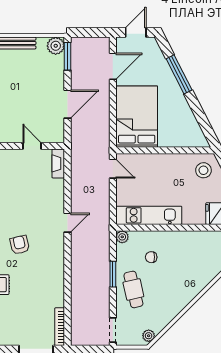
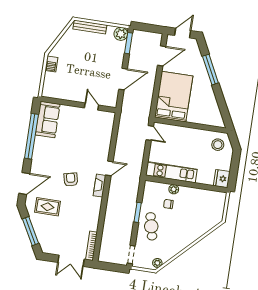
fireplace: (58, 163) -> (100, 186), moved
plant: (122, 237) -> (174, 189), moved

